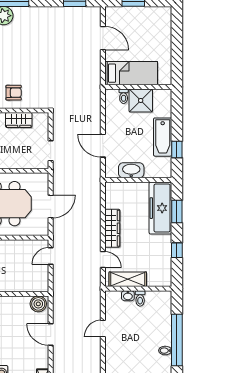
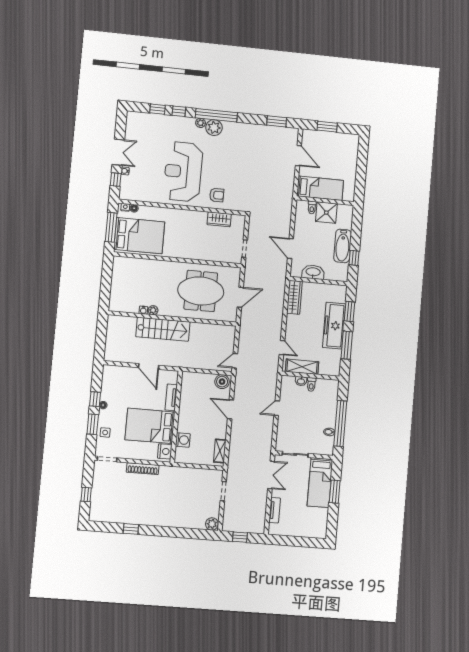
freezer: (160, 208) -> (334, 326), moved
wardrobe: (112, 228) -> (294, 297), moved
window: (177, 250) -> (347, 345), width x2.17
door: (51, 256) -> (235, 361), moved

